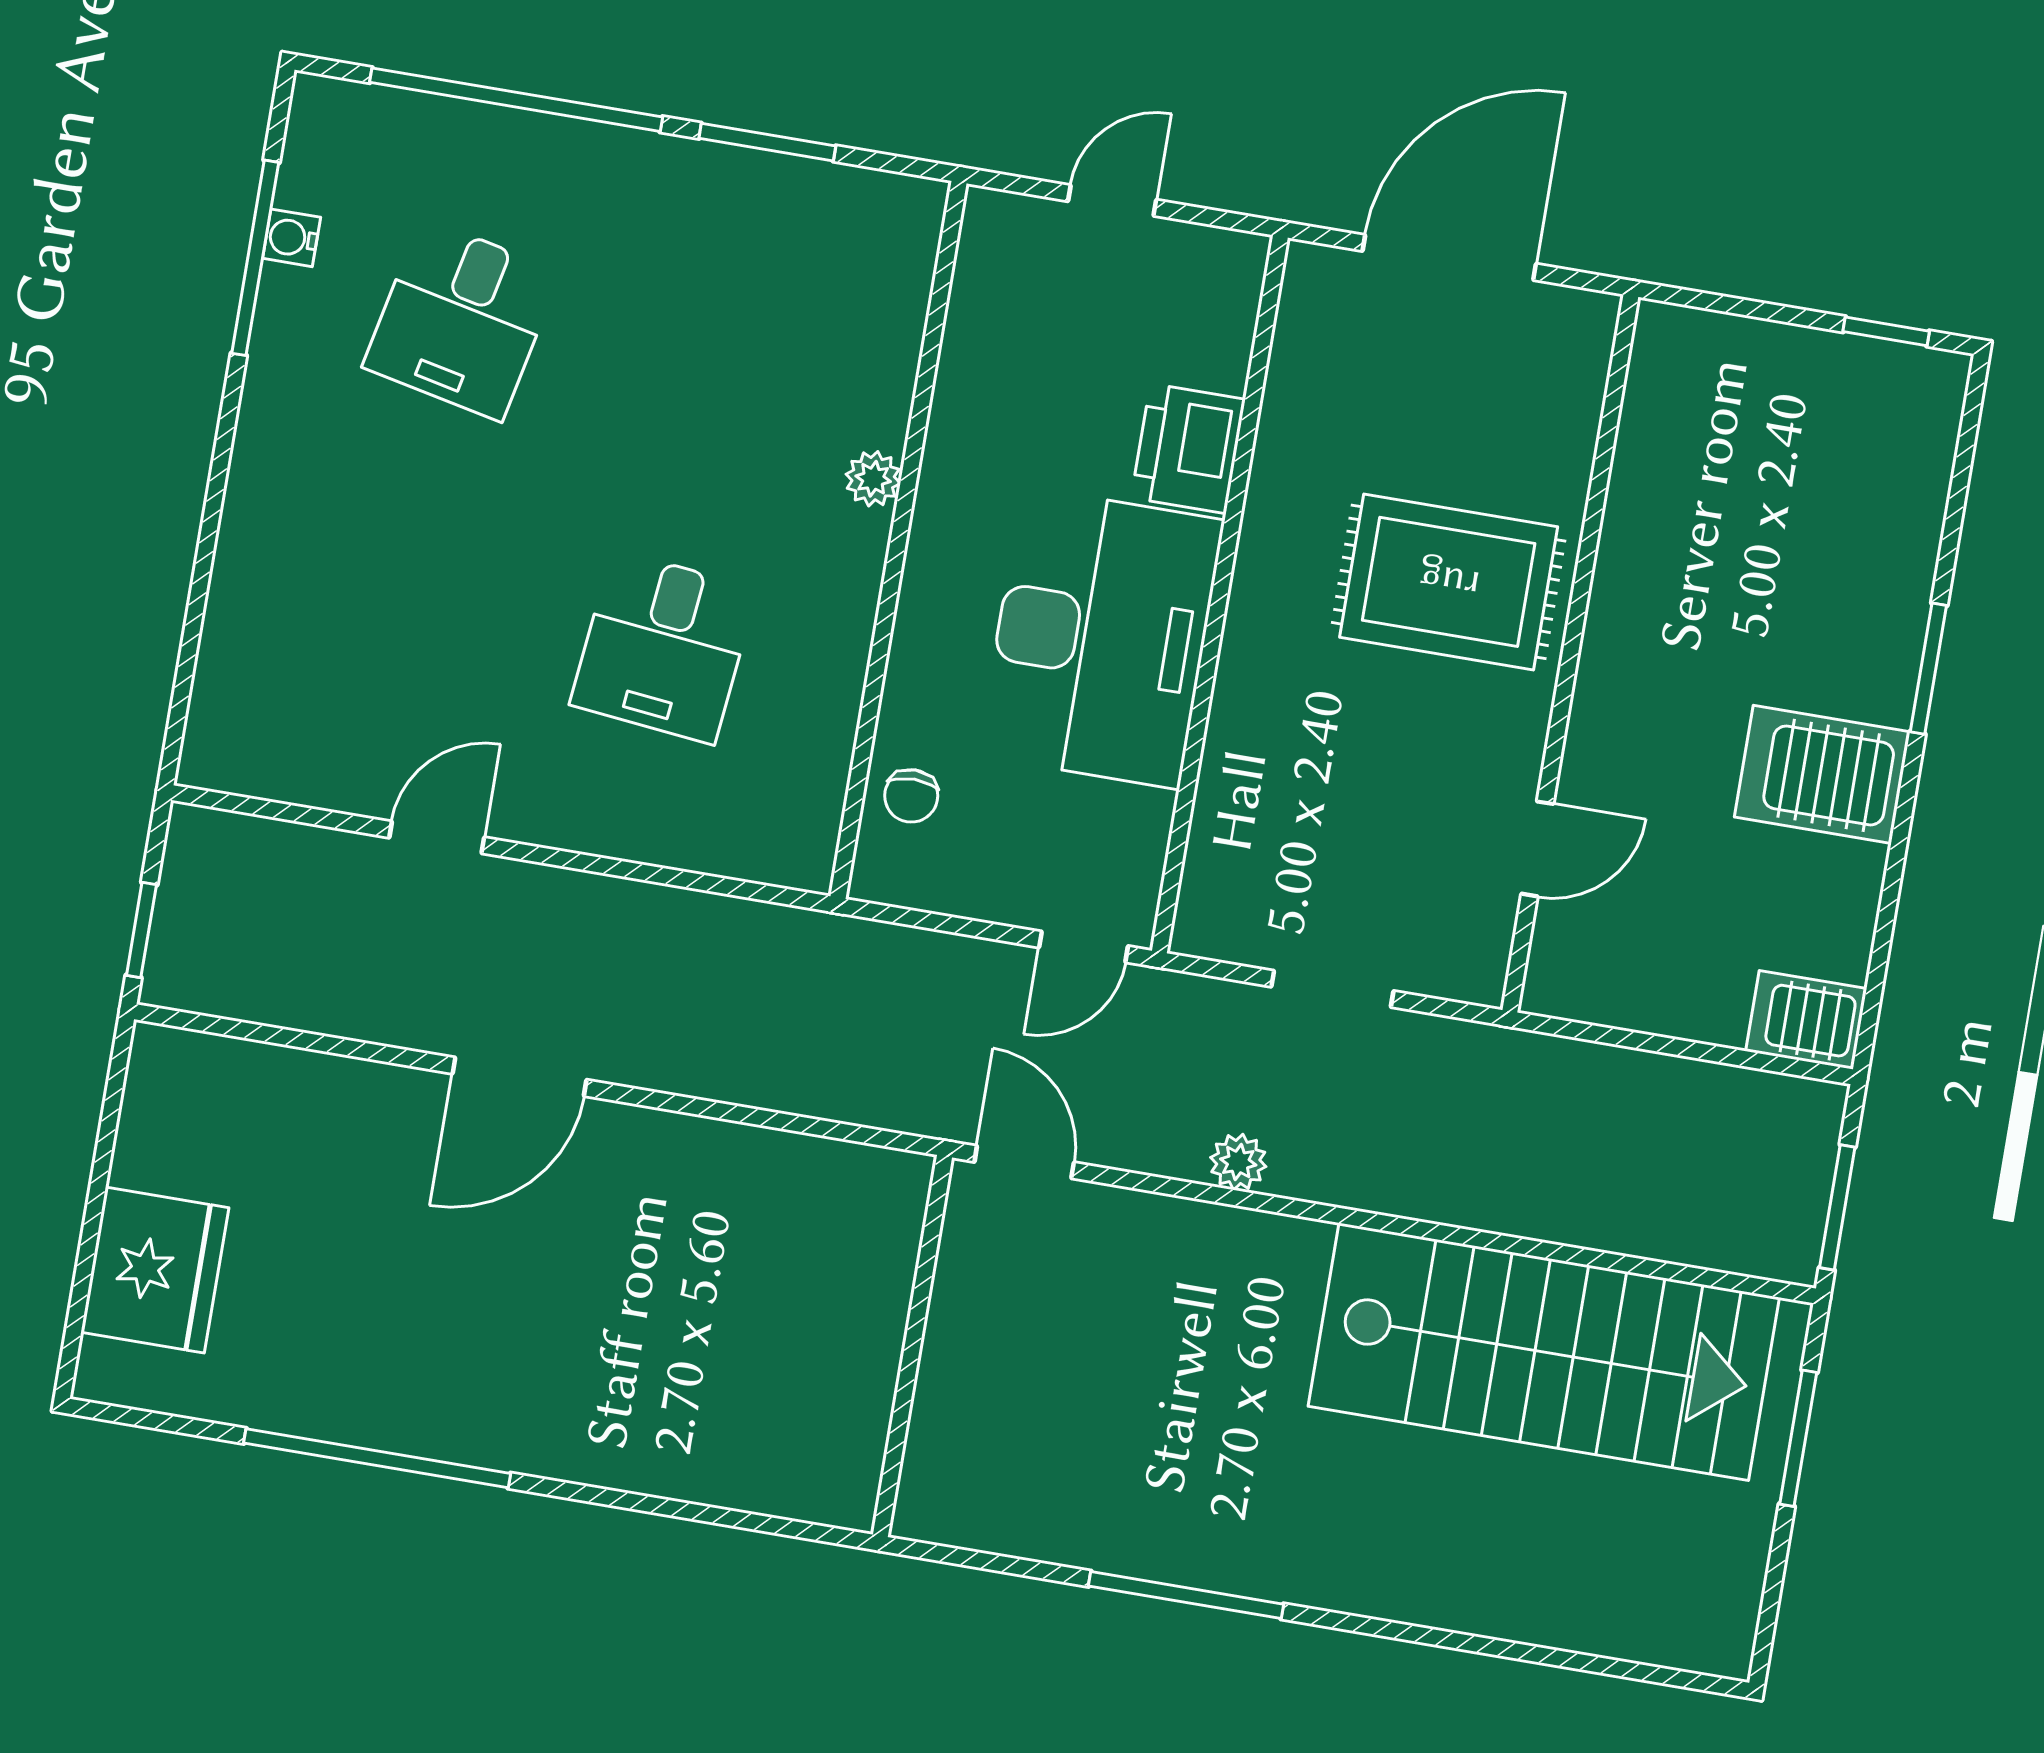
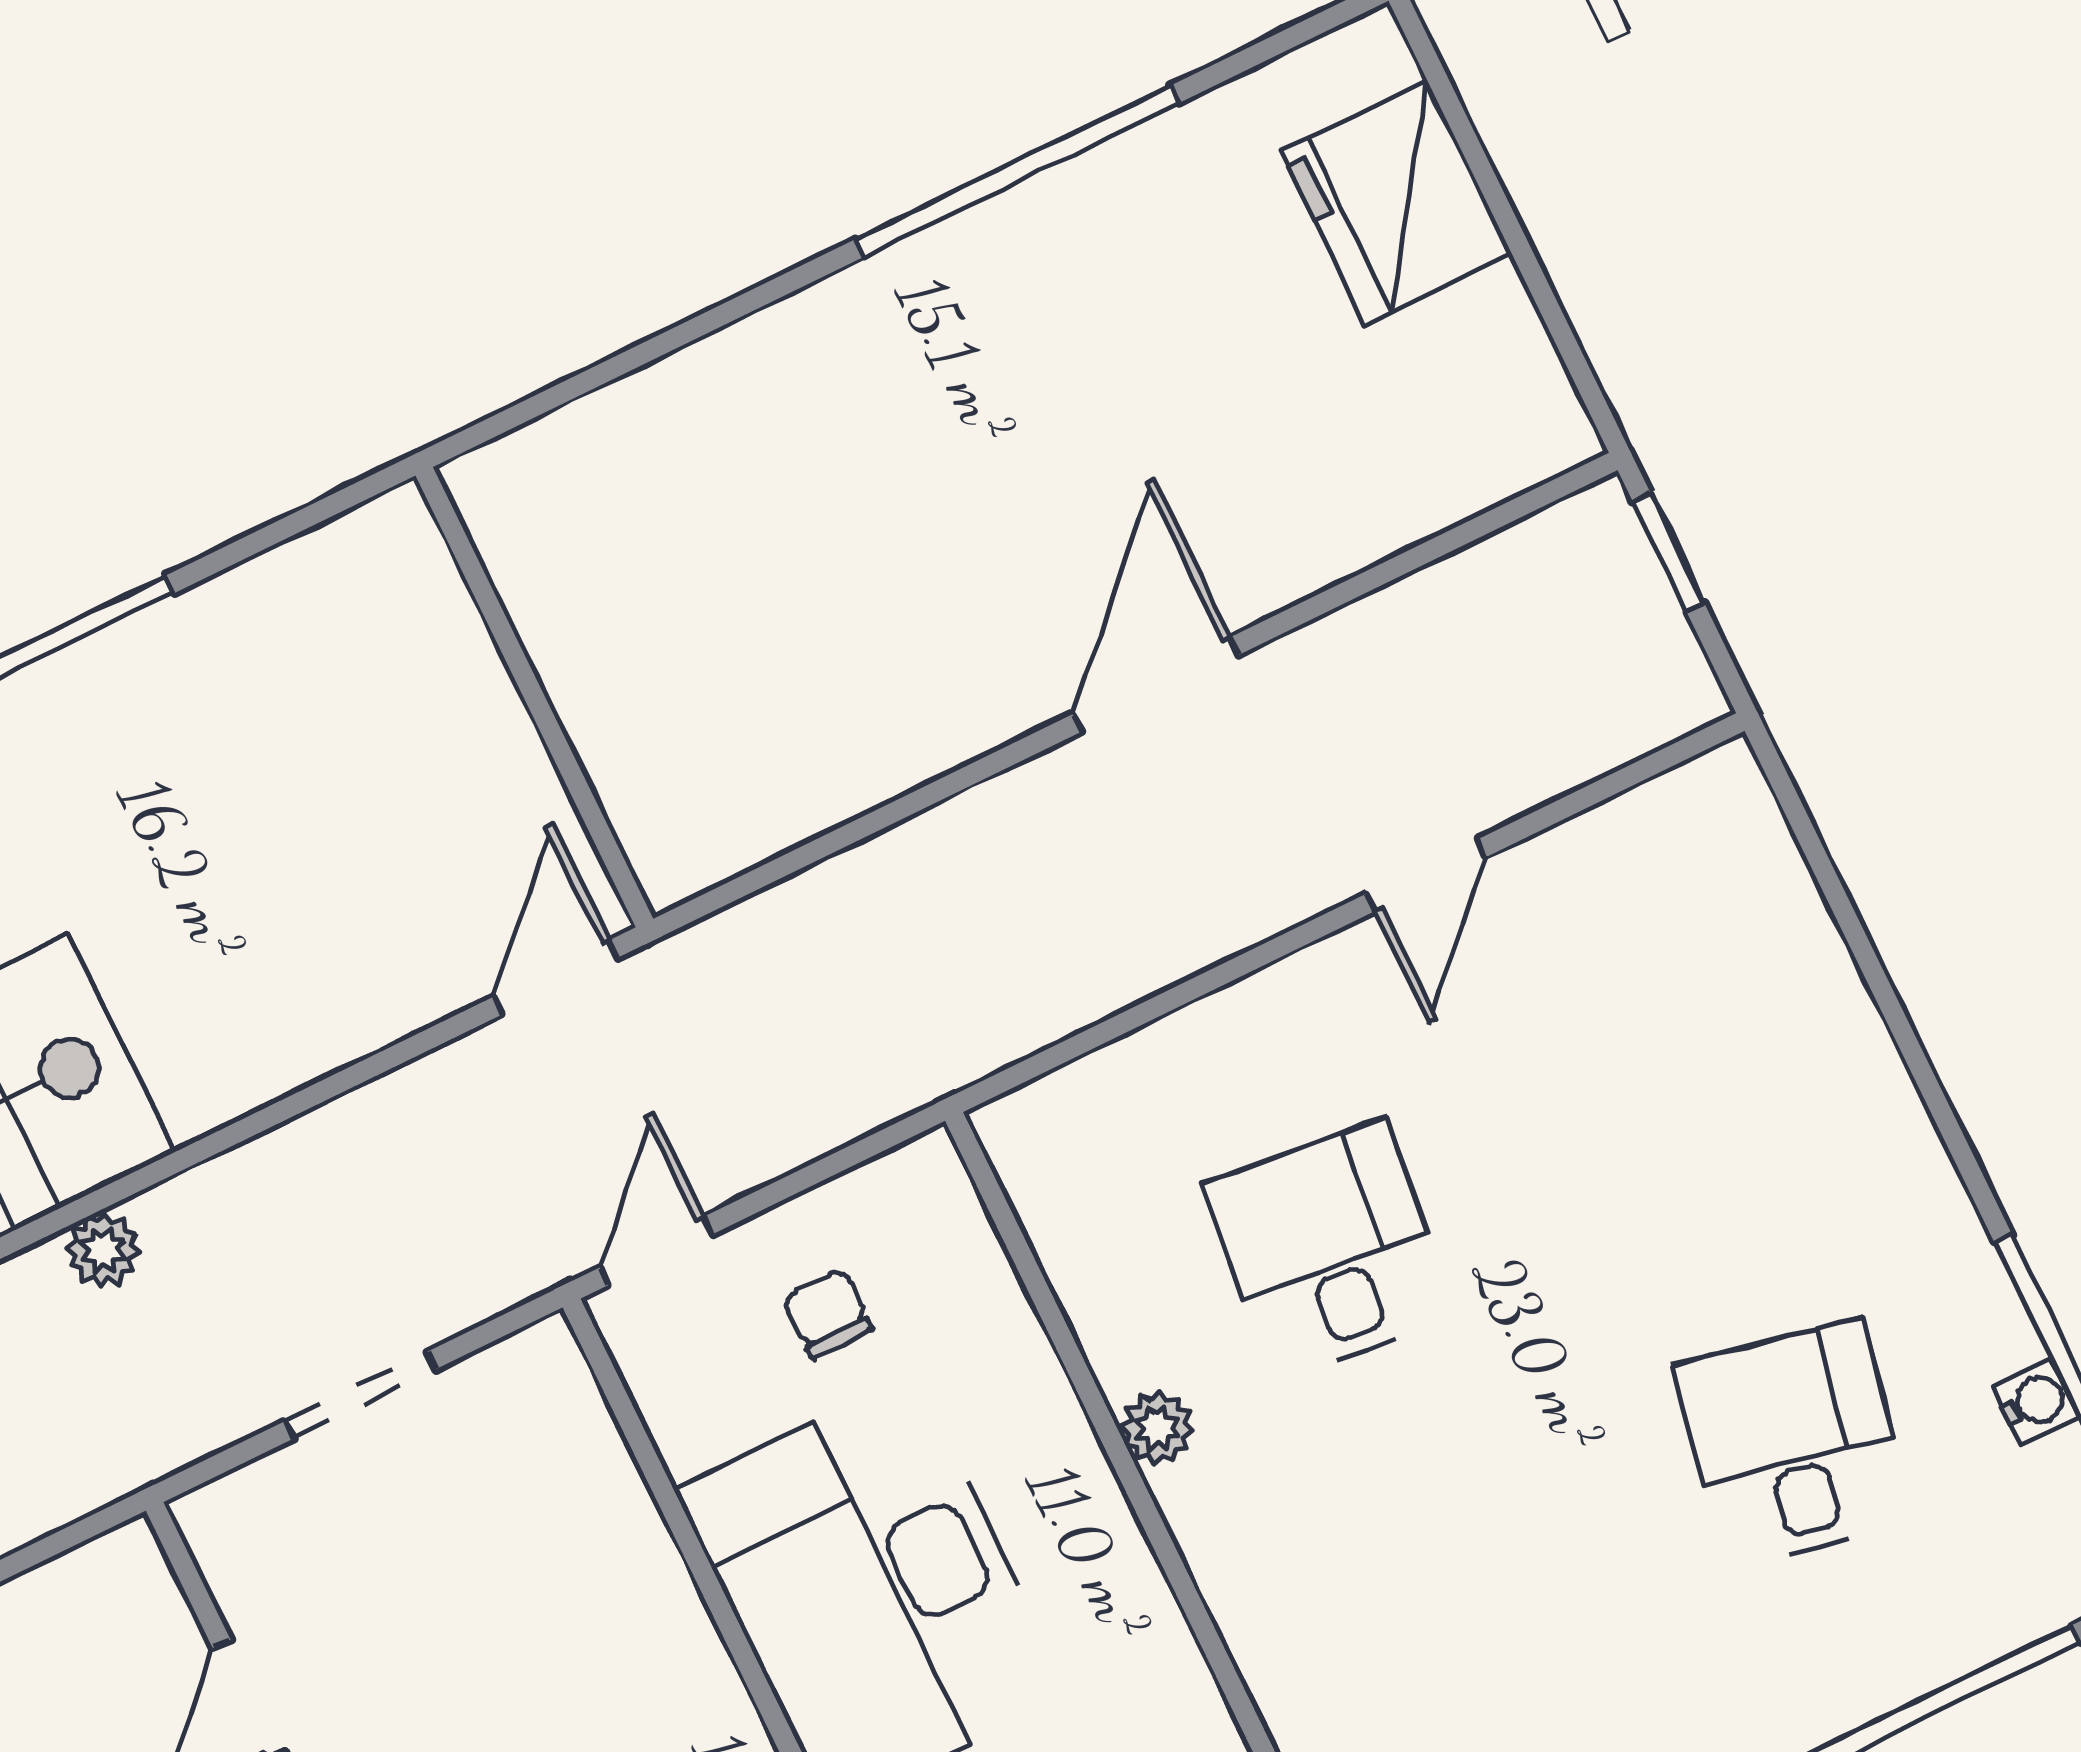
plant: (873, 479) -> (1157, 1428), moved
chair: (911, 796) -> (827, 1313), moved
door: (1024, 1162) -> (555, 977), swing flipped
plant: (1238, 1162) -> (103, 1250), moved

